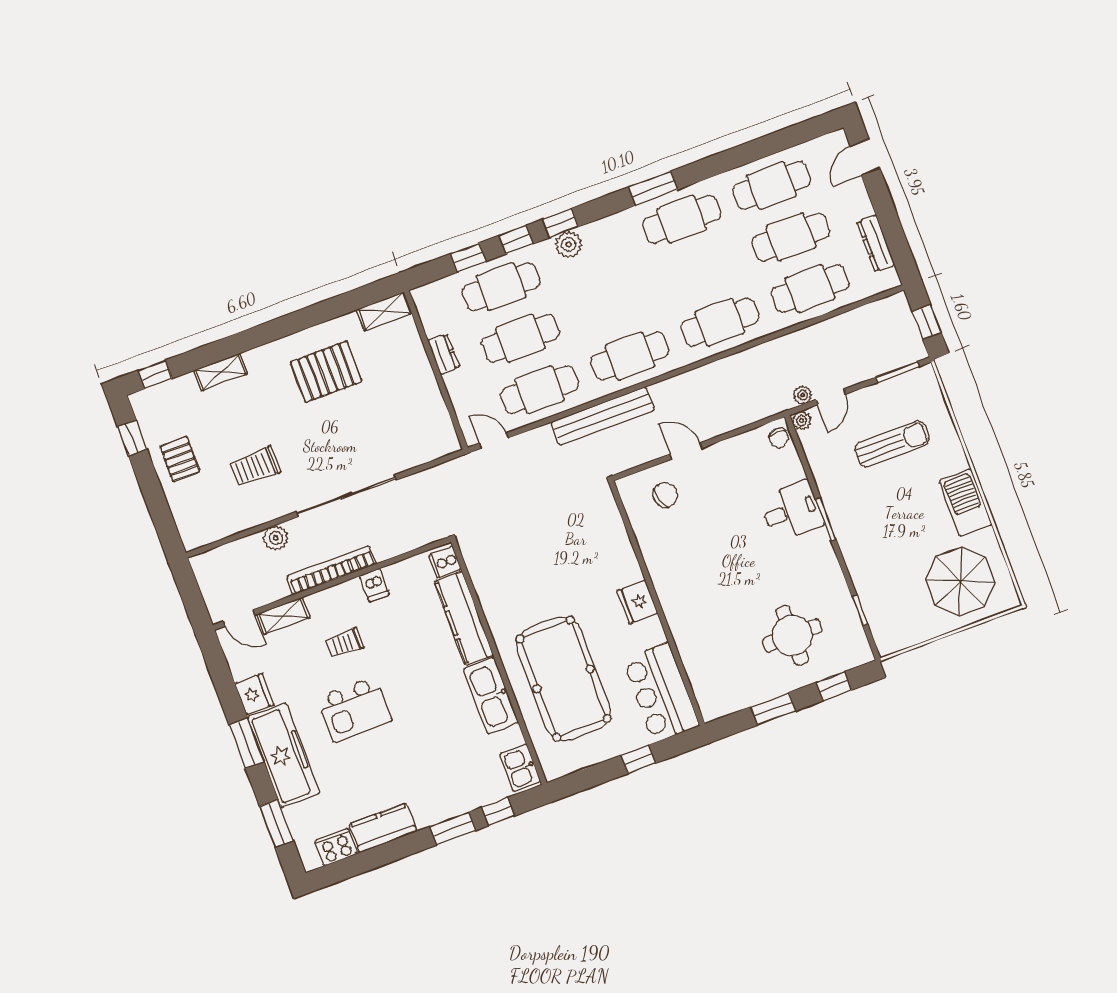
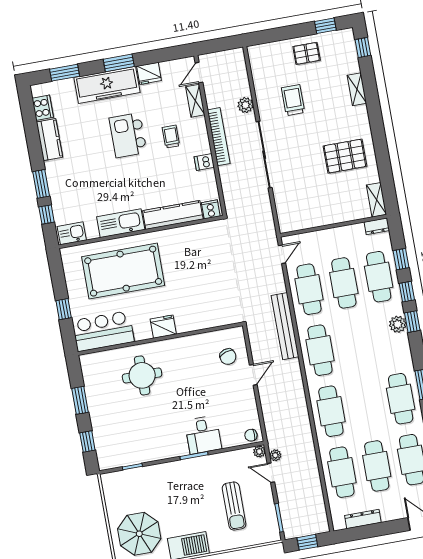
dresser: (444, 354) -> (377, 226), moved
pallet: (326, 372) -> (345, 156), turned 90
round table: (792, 635) -> (142, 375), moved

